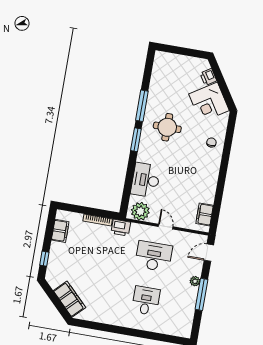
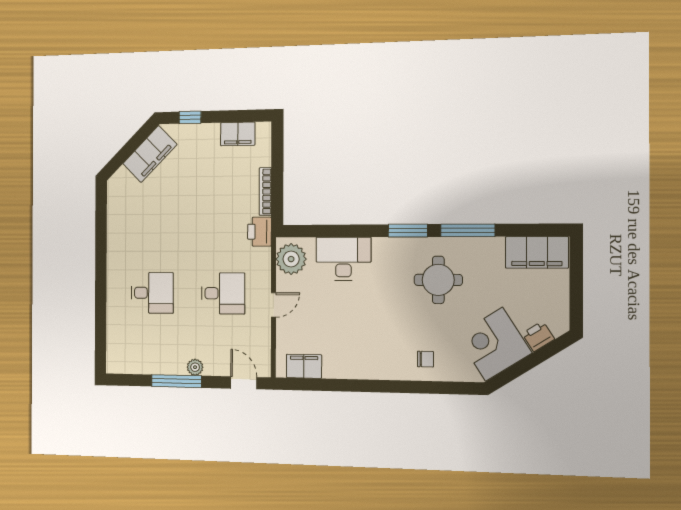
filing cabinet: (161, 69) -> (537, 252), added
desk: (154, 256) -> (223, 293), width x0.73
filing cabinet: (69, 299) -> (150, 154), moved

